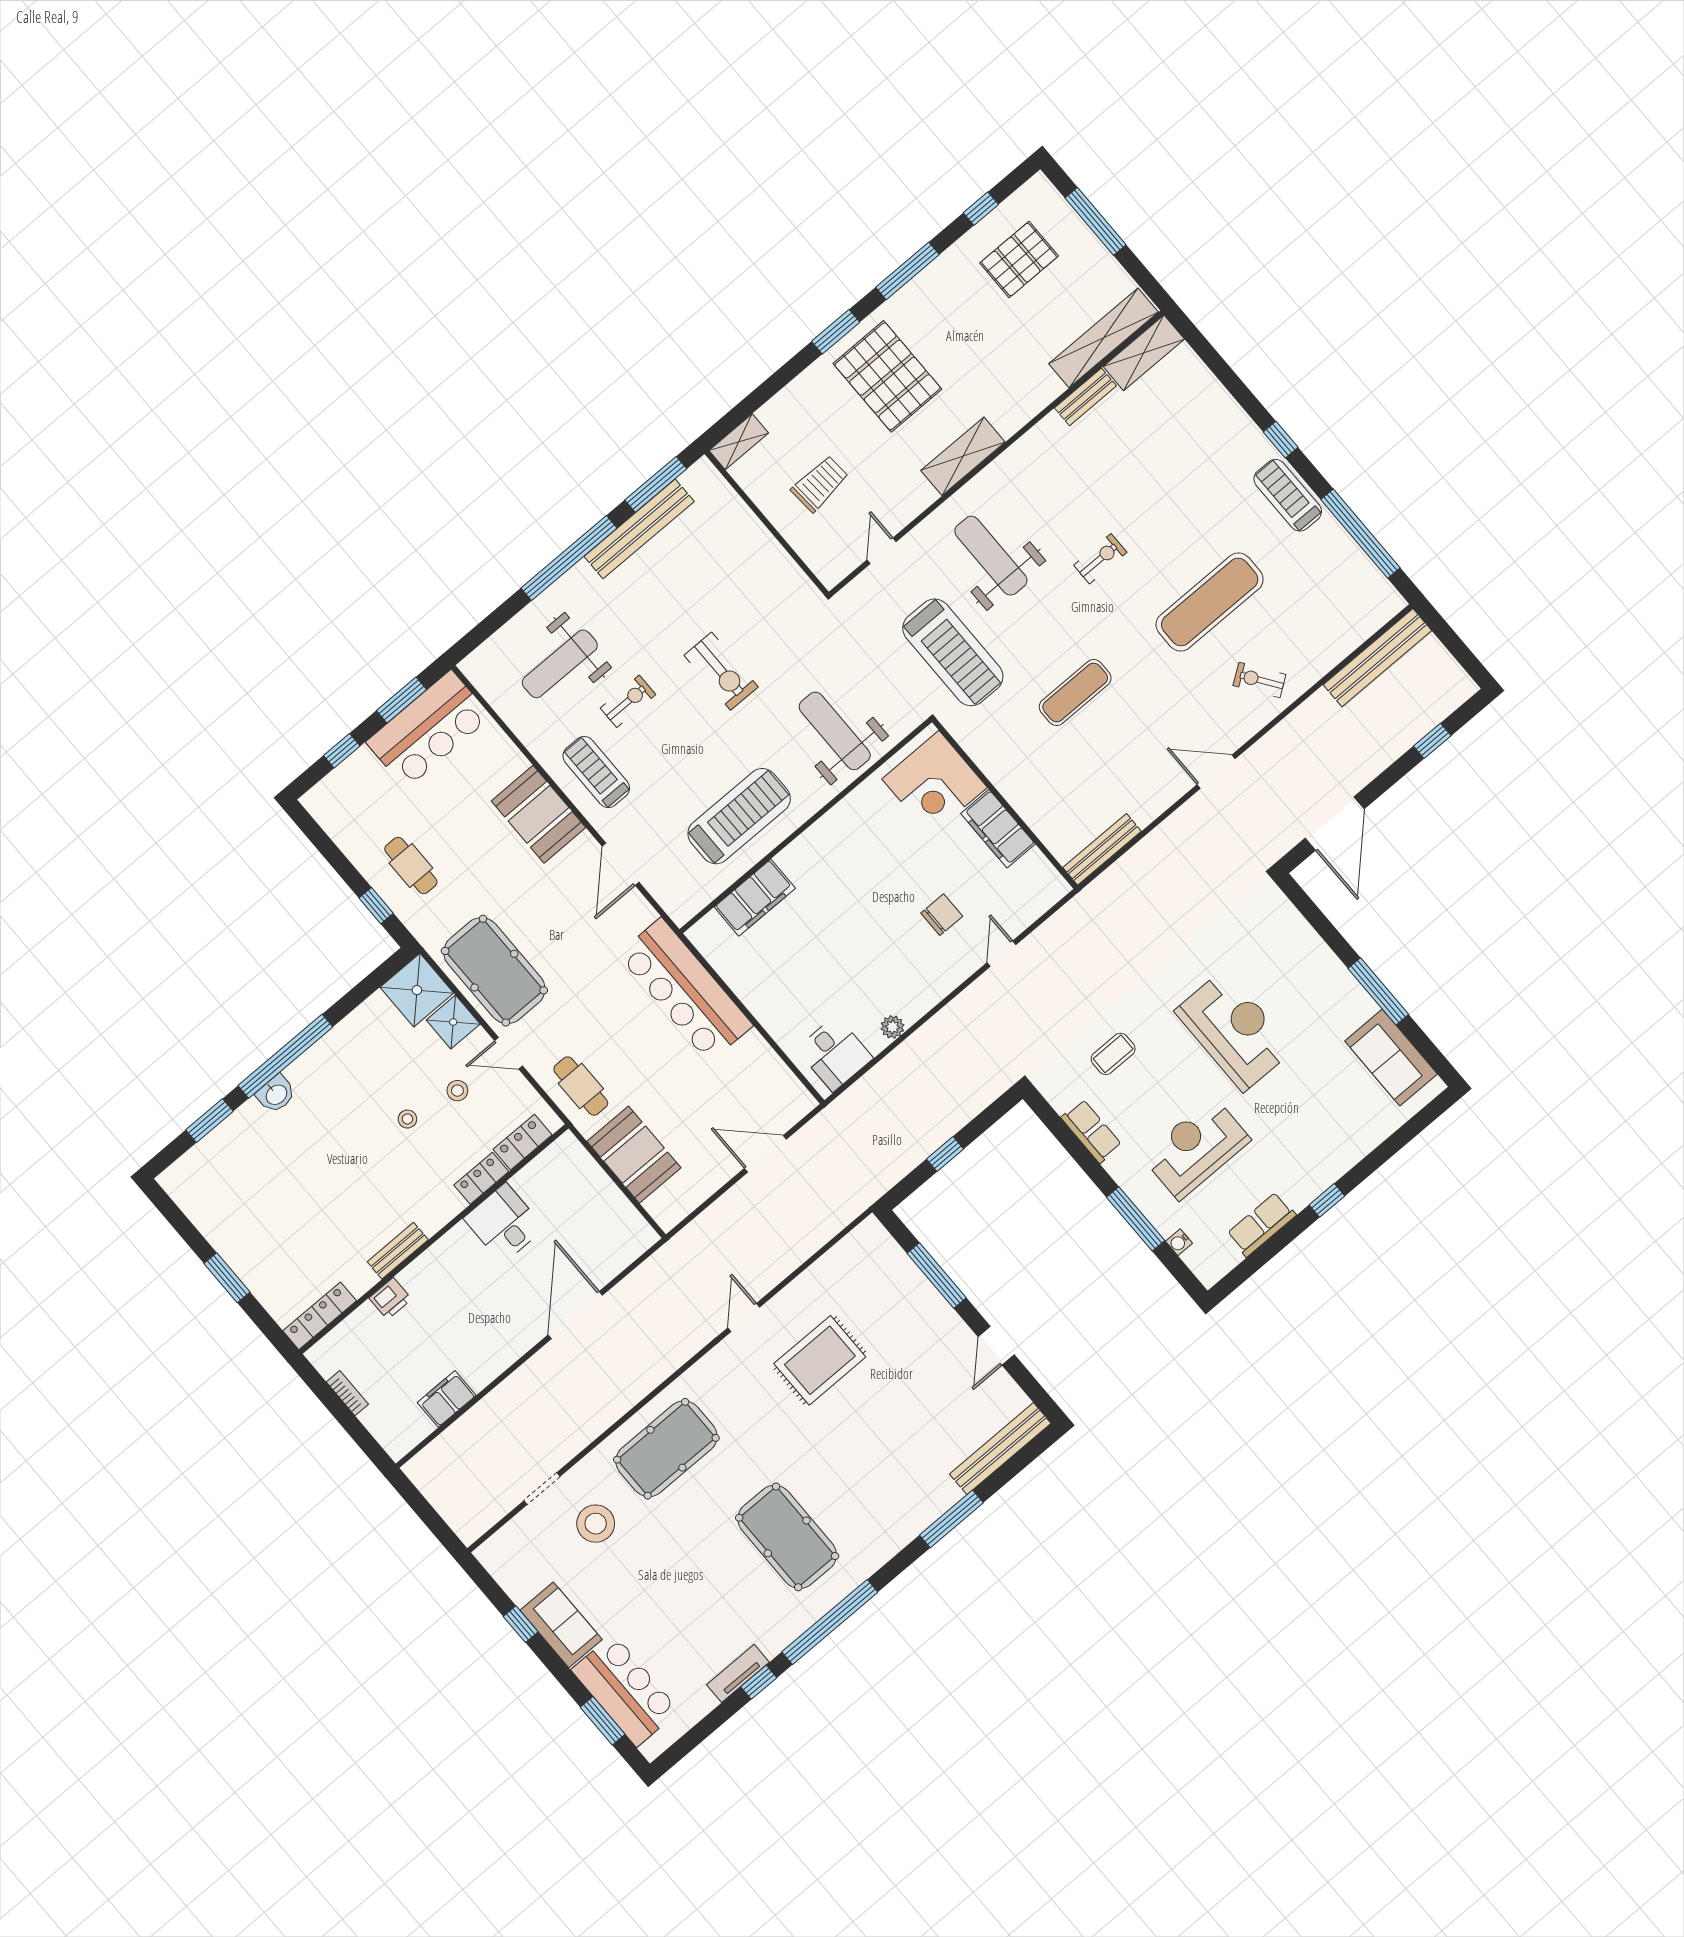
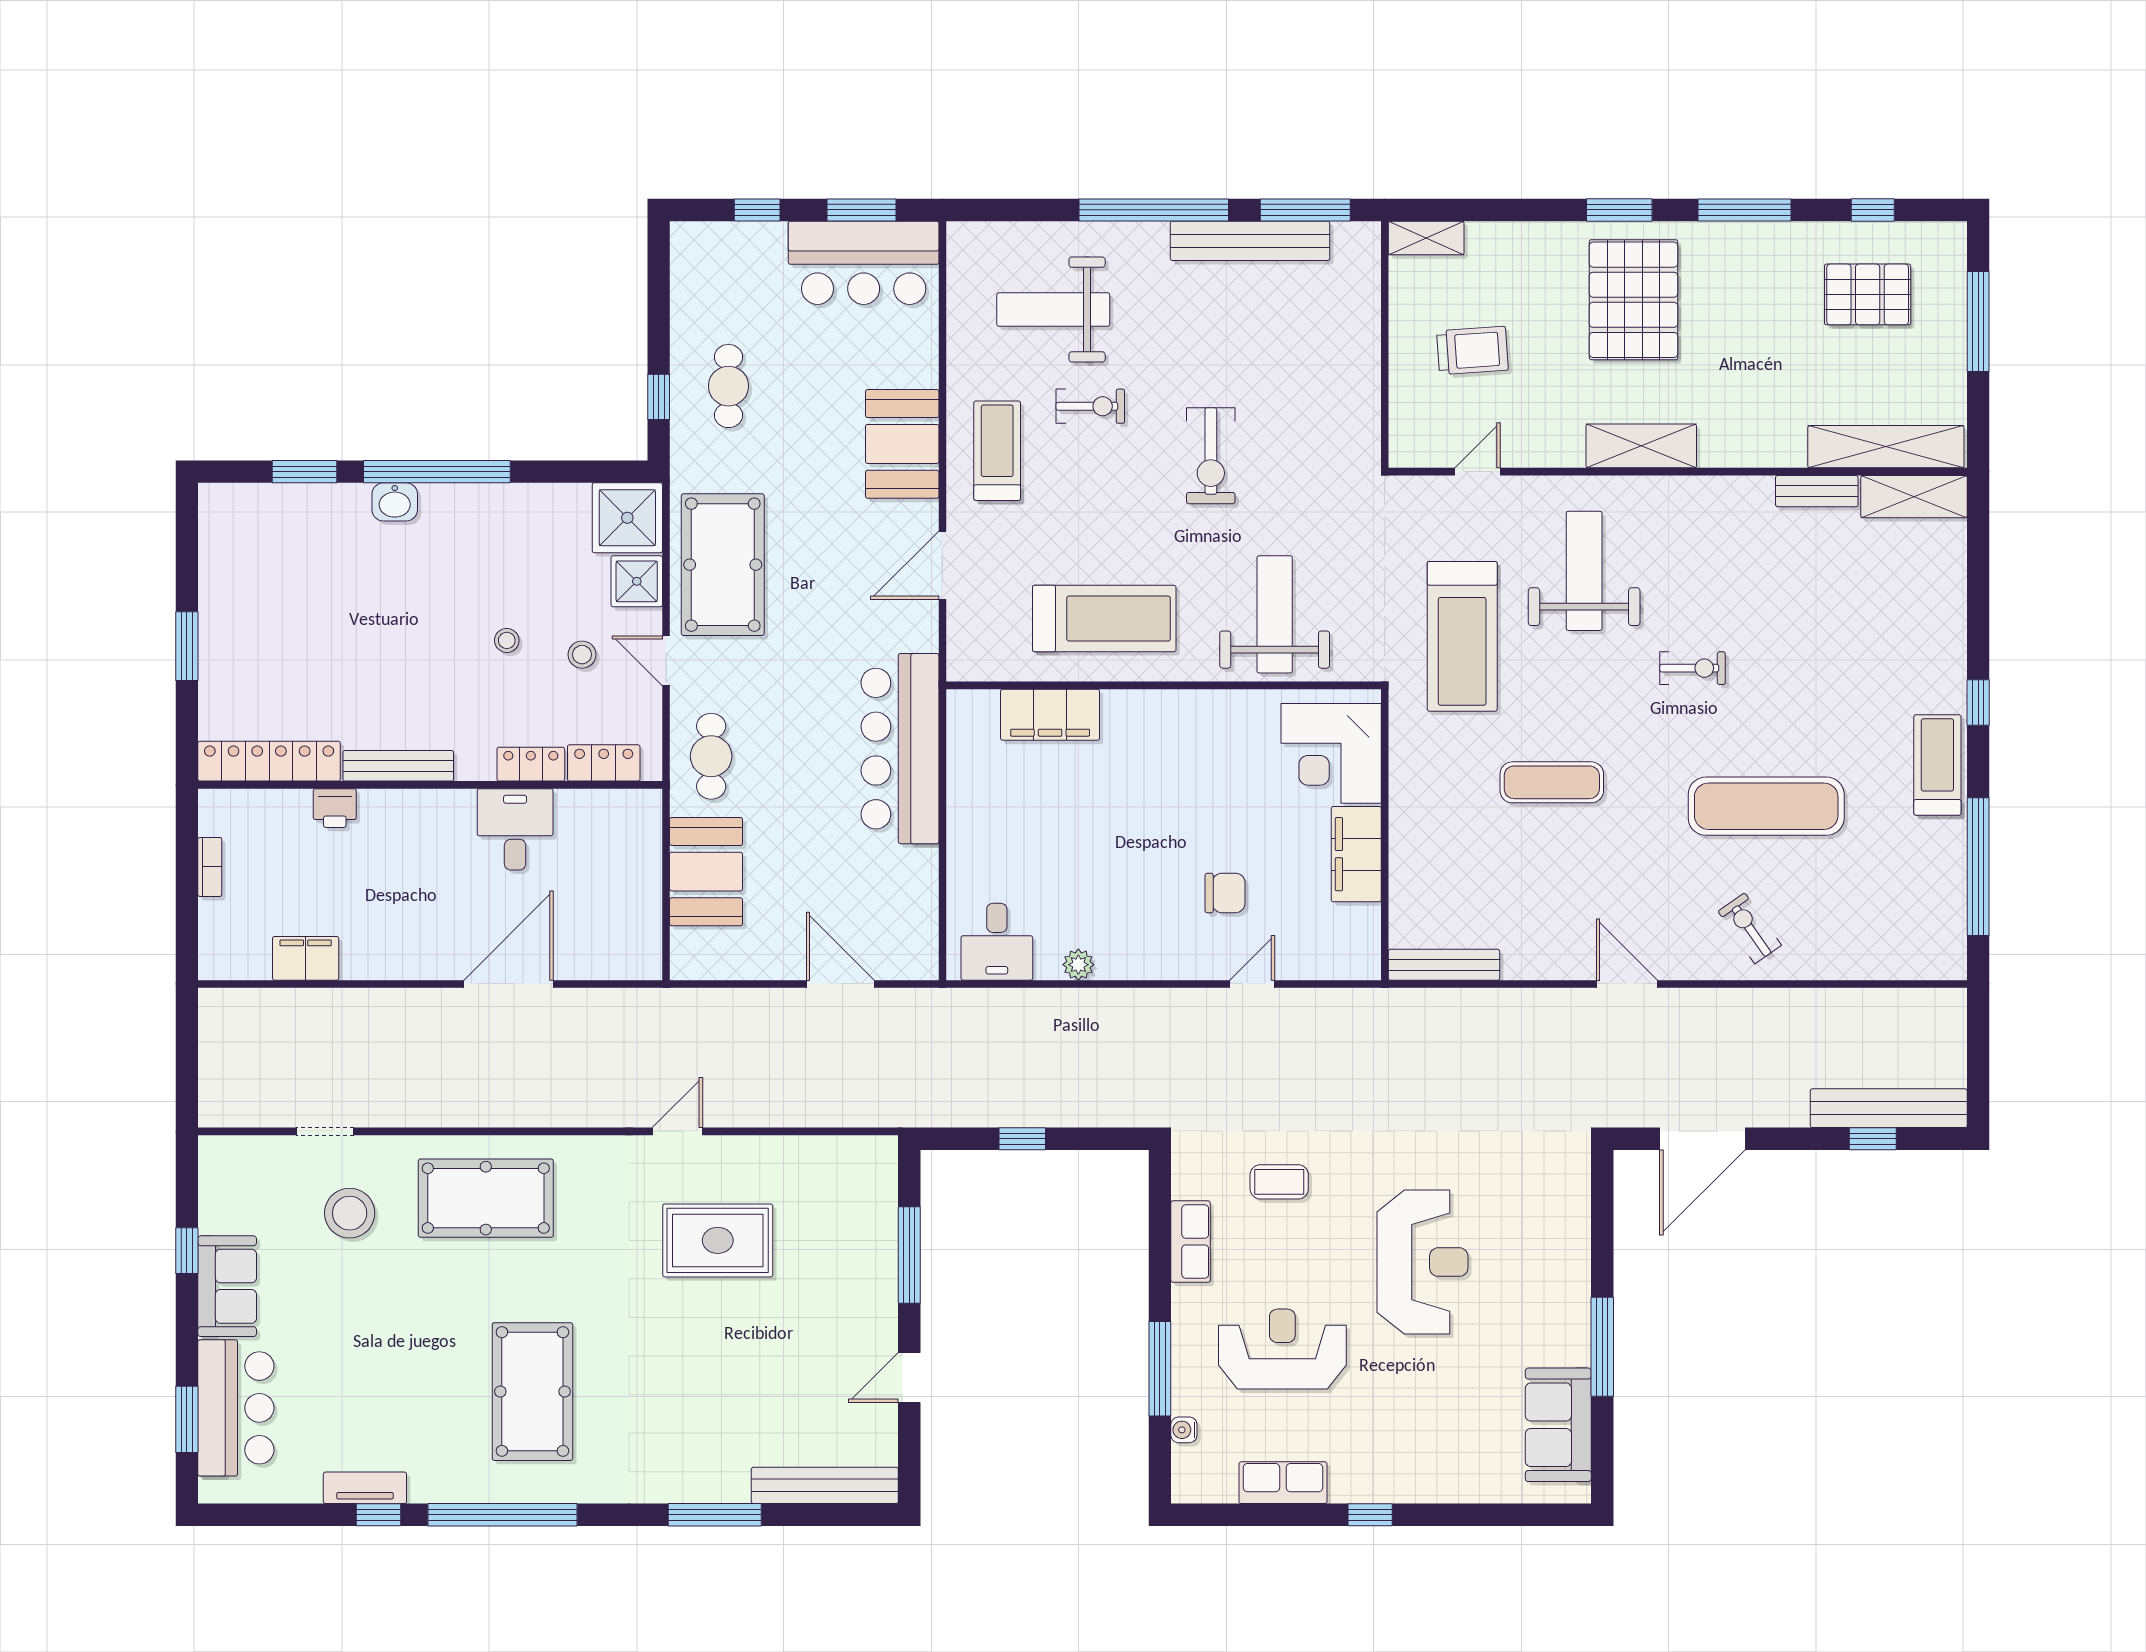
bench: (1377, 658) -> (1889, 1108), moved
bench: (398, 1251) -> (398, 766), width x1.36
locker: (320, 1316) -> (269, 761), width x1.41, depth x1.21

